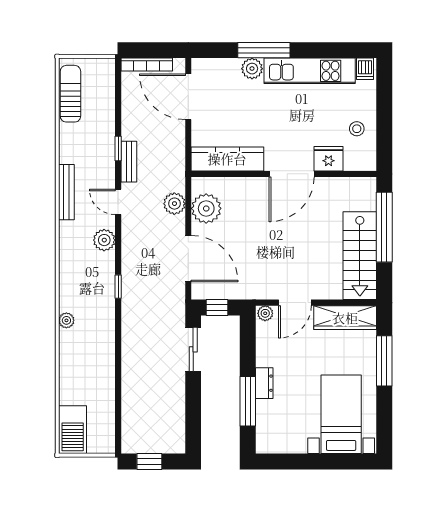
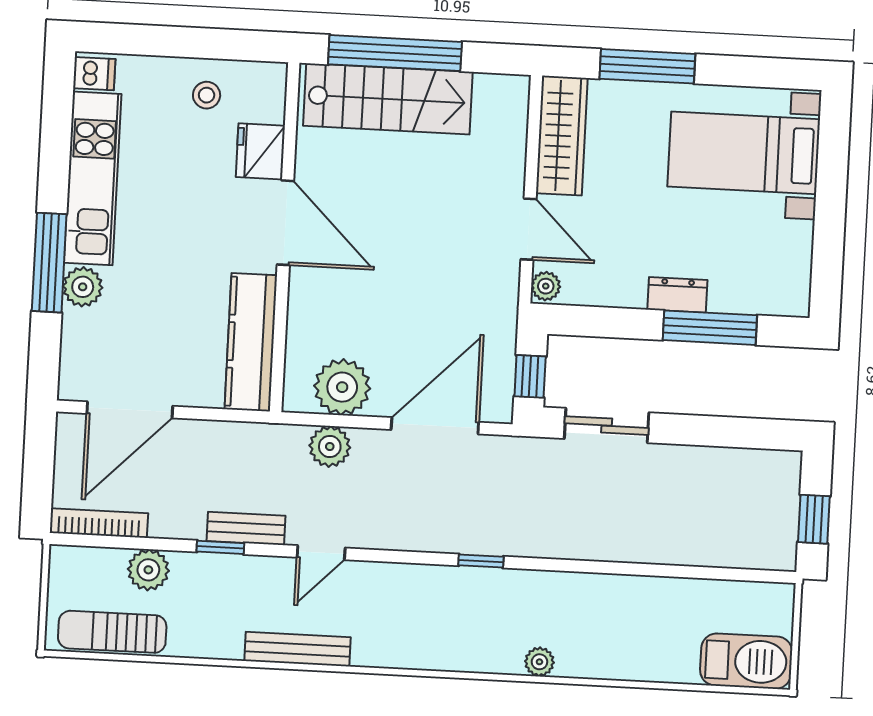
bookcase: (147, 65) -> (99, 523), moved, turned -90
plant: (104, 240) -> (148, 570), moved
stairs: (360, 256) -> (388, 99), moved

